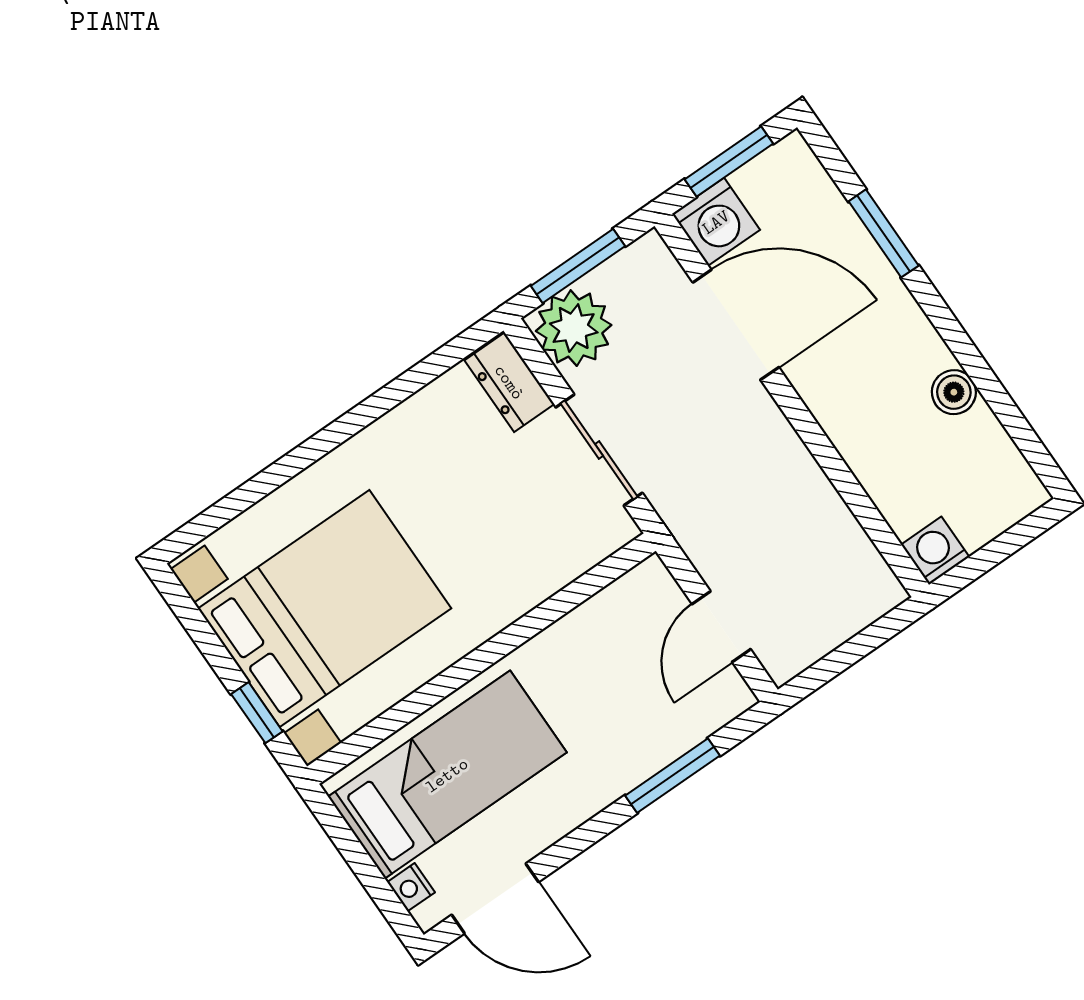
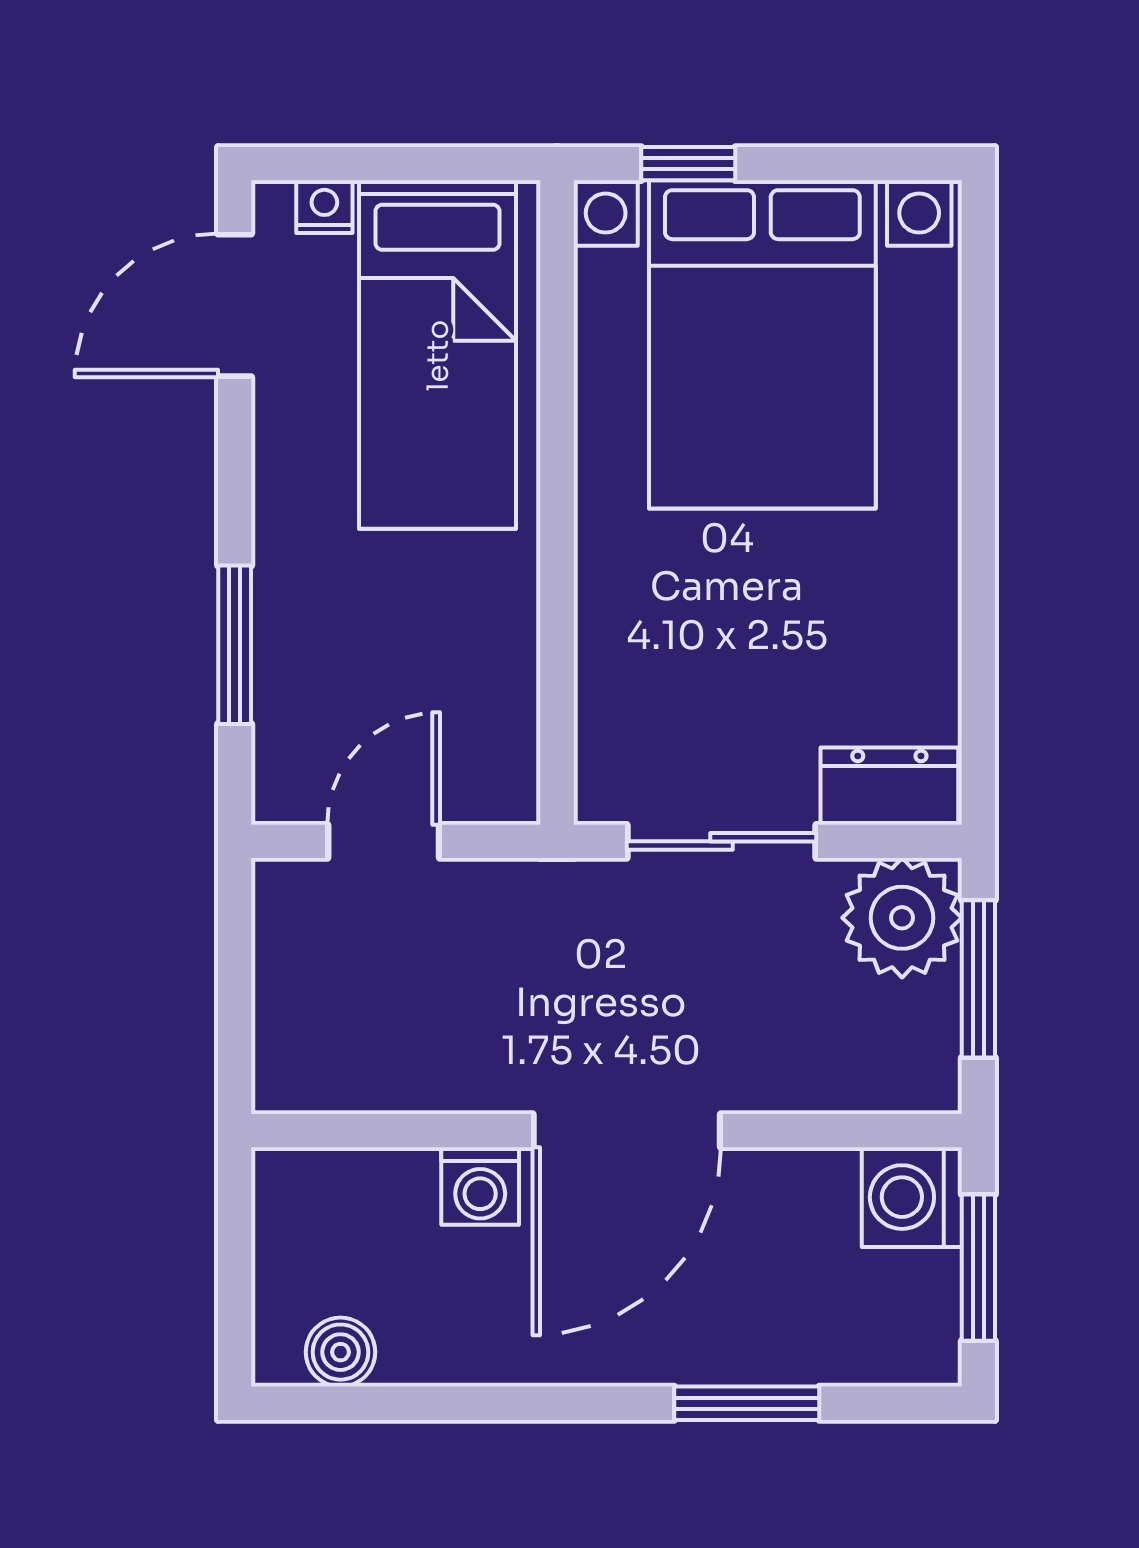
door: (736, 325) -> (627, 1131), moved
boiler: (954, 392) -> (341, 1352), moved
washing machine: (935, 551) -> (480, 1186), moved, turned 90
door: (721, 627) -> (384, 841), hinge flipped

